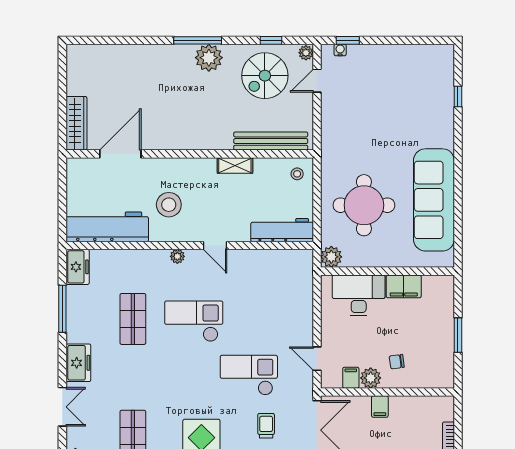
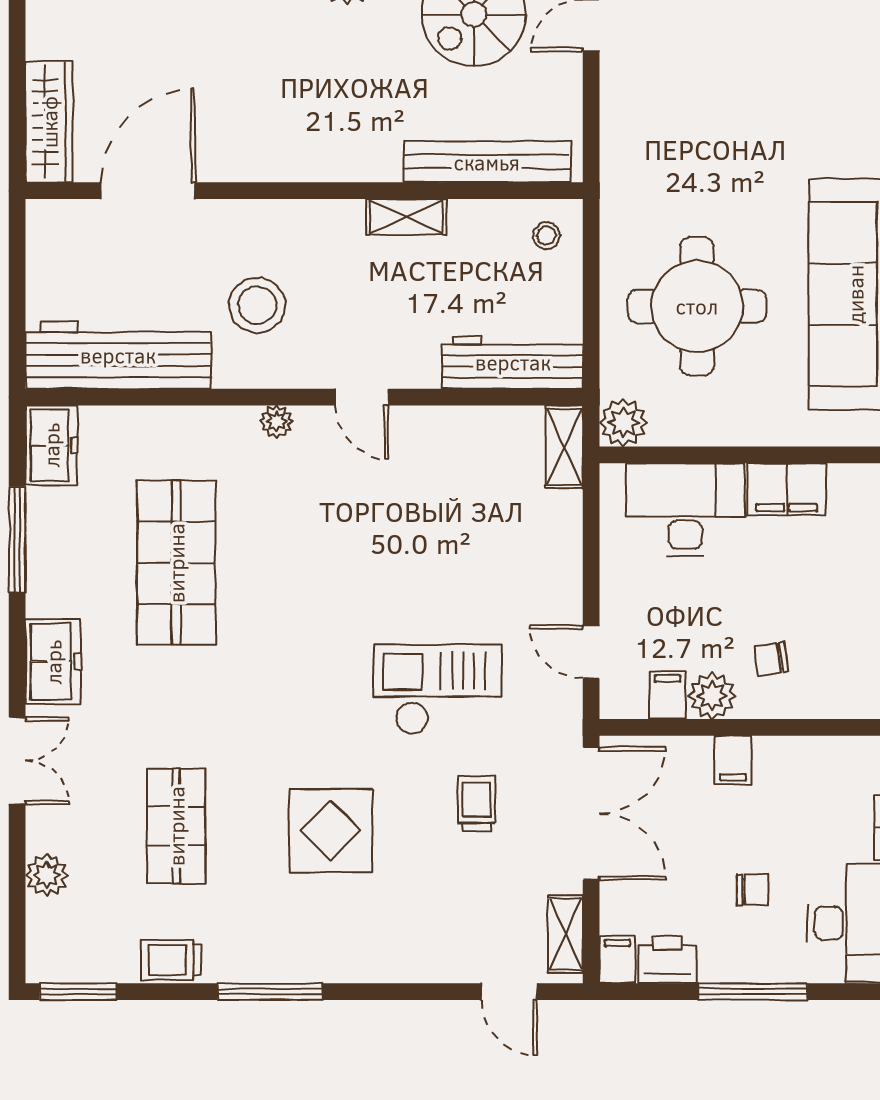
shelving: (305, 267) -> (564, 447), added
shop shelf: (133, 319) -> (176, 563), width x1.43, depth x1.36
checkout: (194, 321) -> (313, 568), removed

